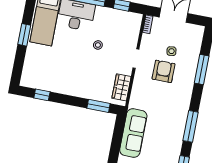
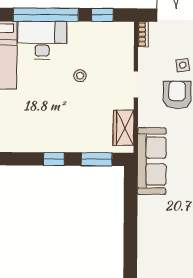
window: (42, 95) -> (54, 159), moved
sofa: (133, 133) -> (152, 161), moved

